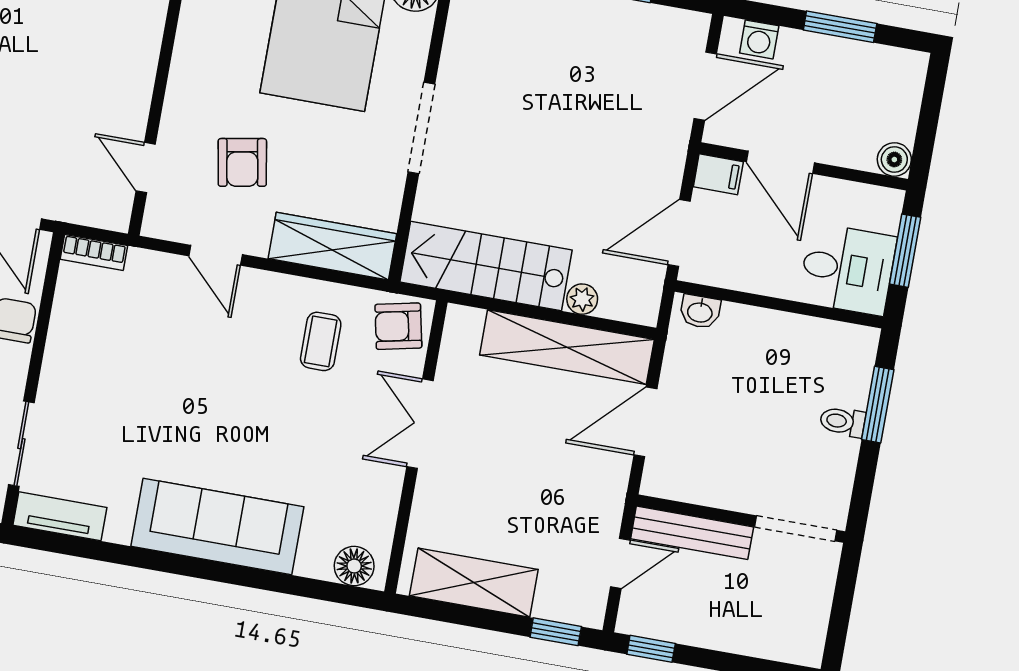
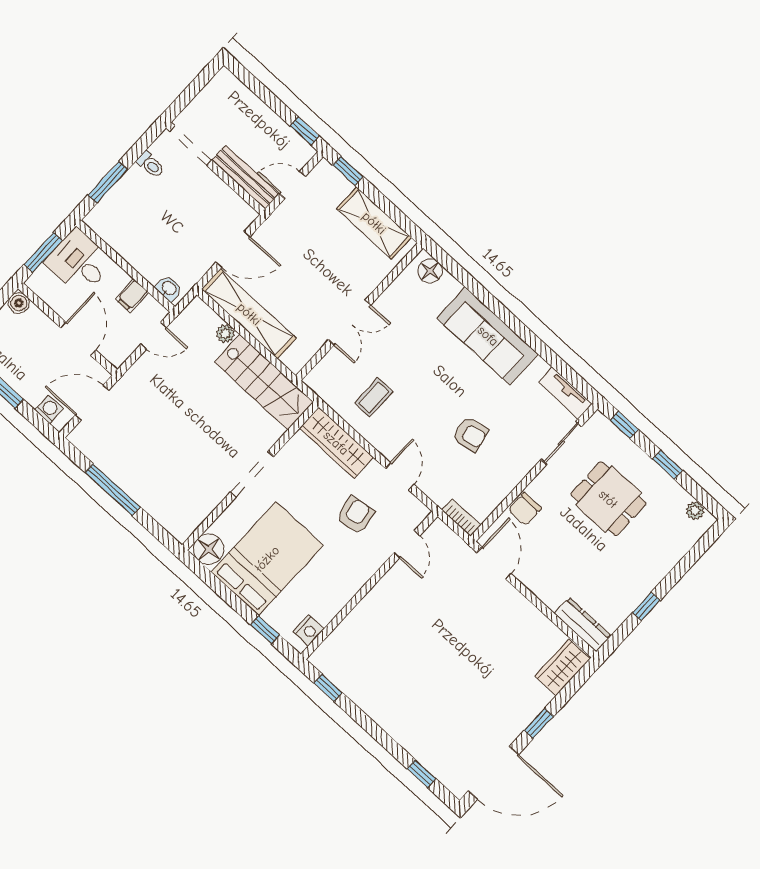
filing cabinet: (718, 174) -> (132, 296), moved, turned -90
door: (679, 233) -> (154, 336), width x0.73
armchair: (398, 326) -> (470, 434), moved
toilet: (843, 422) -> (150, 164), moved

